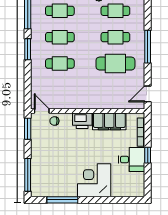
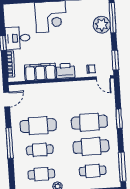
cafe table: (60, 37) -> (91, 147), width x1.37, depth x1.35
window: (28, 49) -> (119, 119), moved
cafe table: (60, 64) -> (89, 122), width x1.37, depth x1.35
plant: (40, 168) -> (102, 25), added

